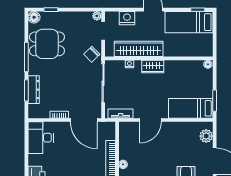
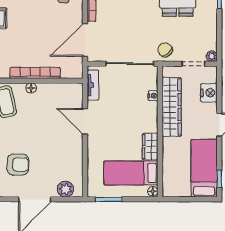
wardrobe: (153, 67) -> (150, 147), moved
bed: (191, 108) -> (131, 173), moved, turned -90

